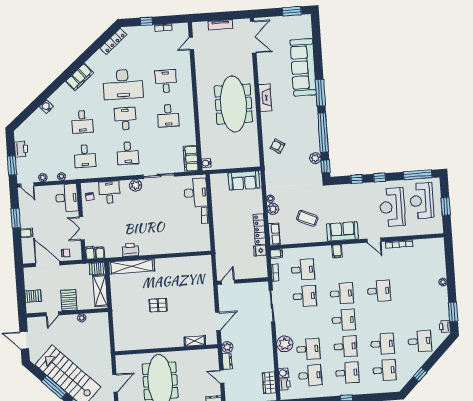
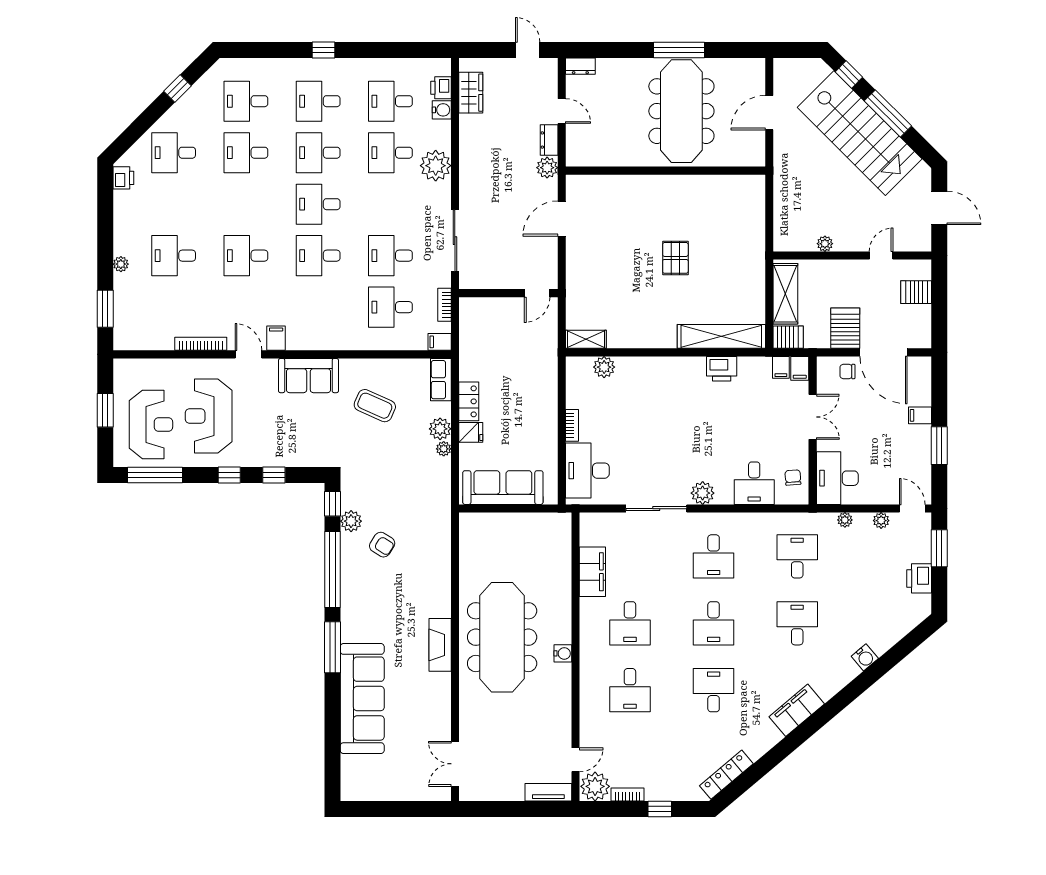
window: (292, 11) -> (377, 809), removed
tv unit: (220, 25) -> (548, 792), moved
plant: (180, 31) -> (595, 786), added
double door: (253, 37) -> (455, 764), width x0.73
desk: (123, 84) -> (714, 690), width x0.53, depth x0.77
desk: (168, 116) -> (630, 623), turned 180
armchair: (277, 146) -> (382, 545), moved
desk: (128, 153) -> (714, 556), turned 180
filing cabinet: (191, 159) -> (592, 572), moved
water cooler: (206, 163) -> (563, 653), moved
sofa: (244, 181) -> (503, 488), width x1.36
reception desk: (392, 207) -> (209, 416), turned 180
locker: (259, 229) -> (469, 401), width x0.66
plant: (191, 246) -> (604, 367), added
fridge: (260, 251) -> (471, 432), moved
filing cabinet: (337, 251) -> (276, 338), moved
desk: (416, 288) -> (174, 256), added
server rack: (69, 300) -> (845, 328), moved, turned 180
pallet: (158, 305) -> (675, 258), turned 90
window: (453, 312) -> (105, 309), moved
shelving: (195, 341) -> (586, 339), moved

